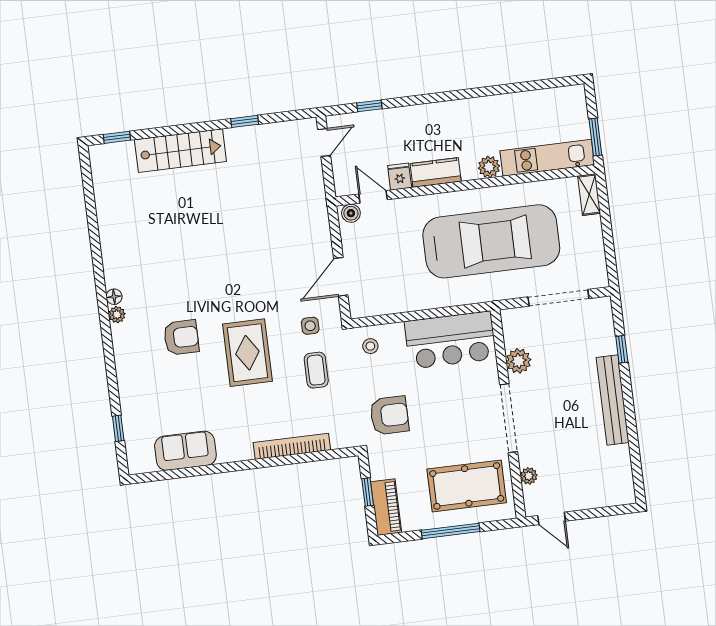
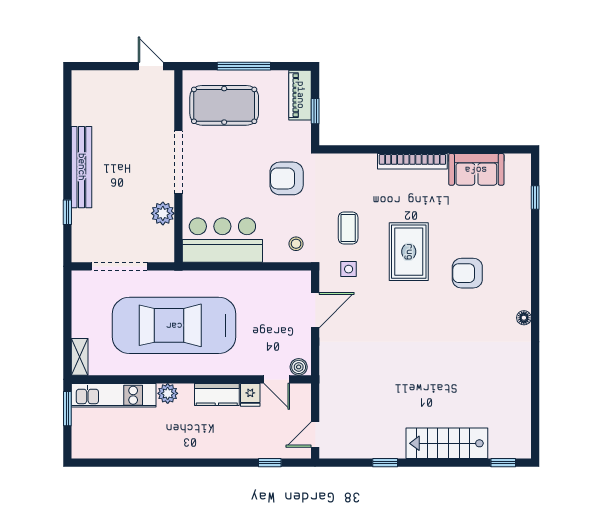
plant: (117, 315) -> (523, 301), removed
bookcase: (292, 446) -> (412, 161), moved
plant: (529, 476) -> (166, 108), removed

